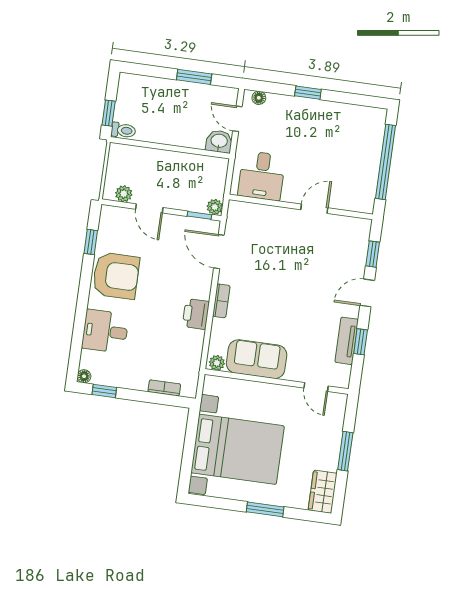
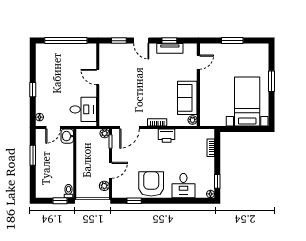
bed with nightstands: (238, 449) -> (247, 102), width x0.73
wardrobe: (323, 492) -> (257, 50), removed

